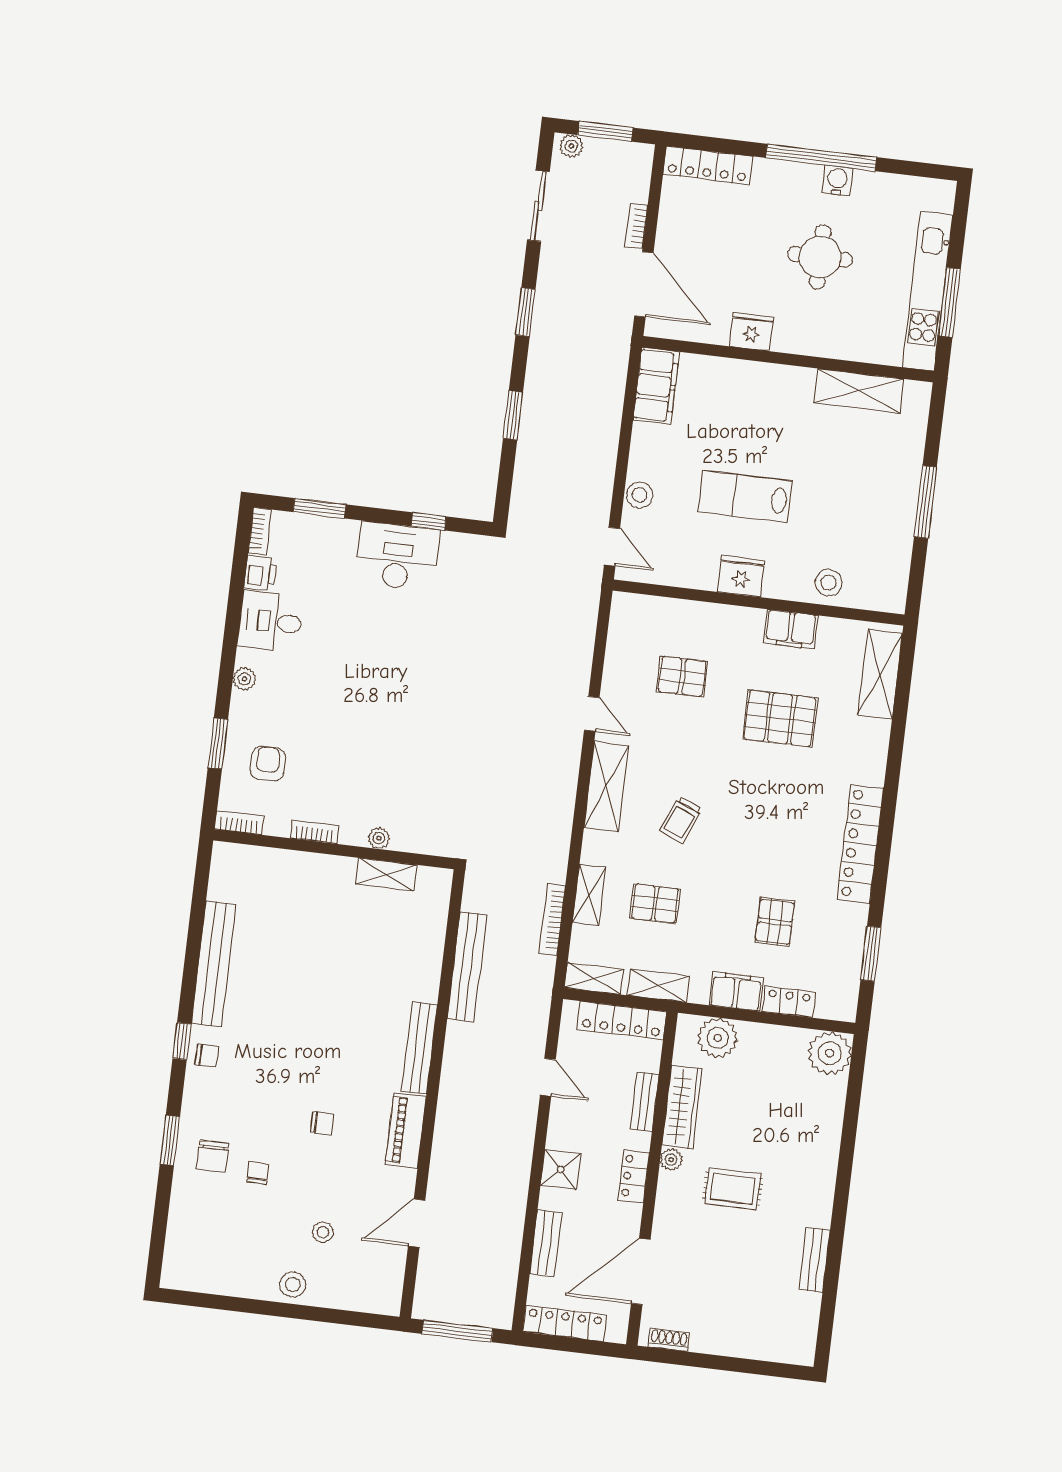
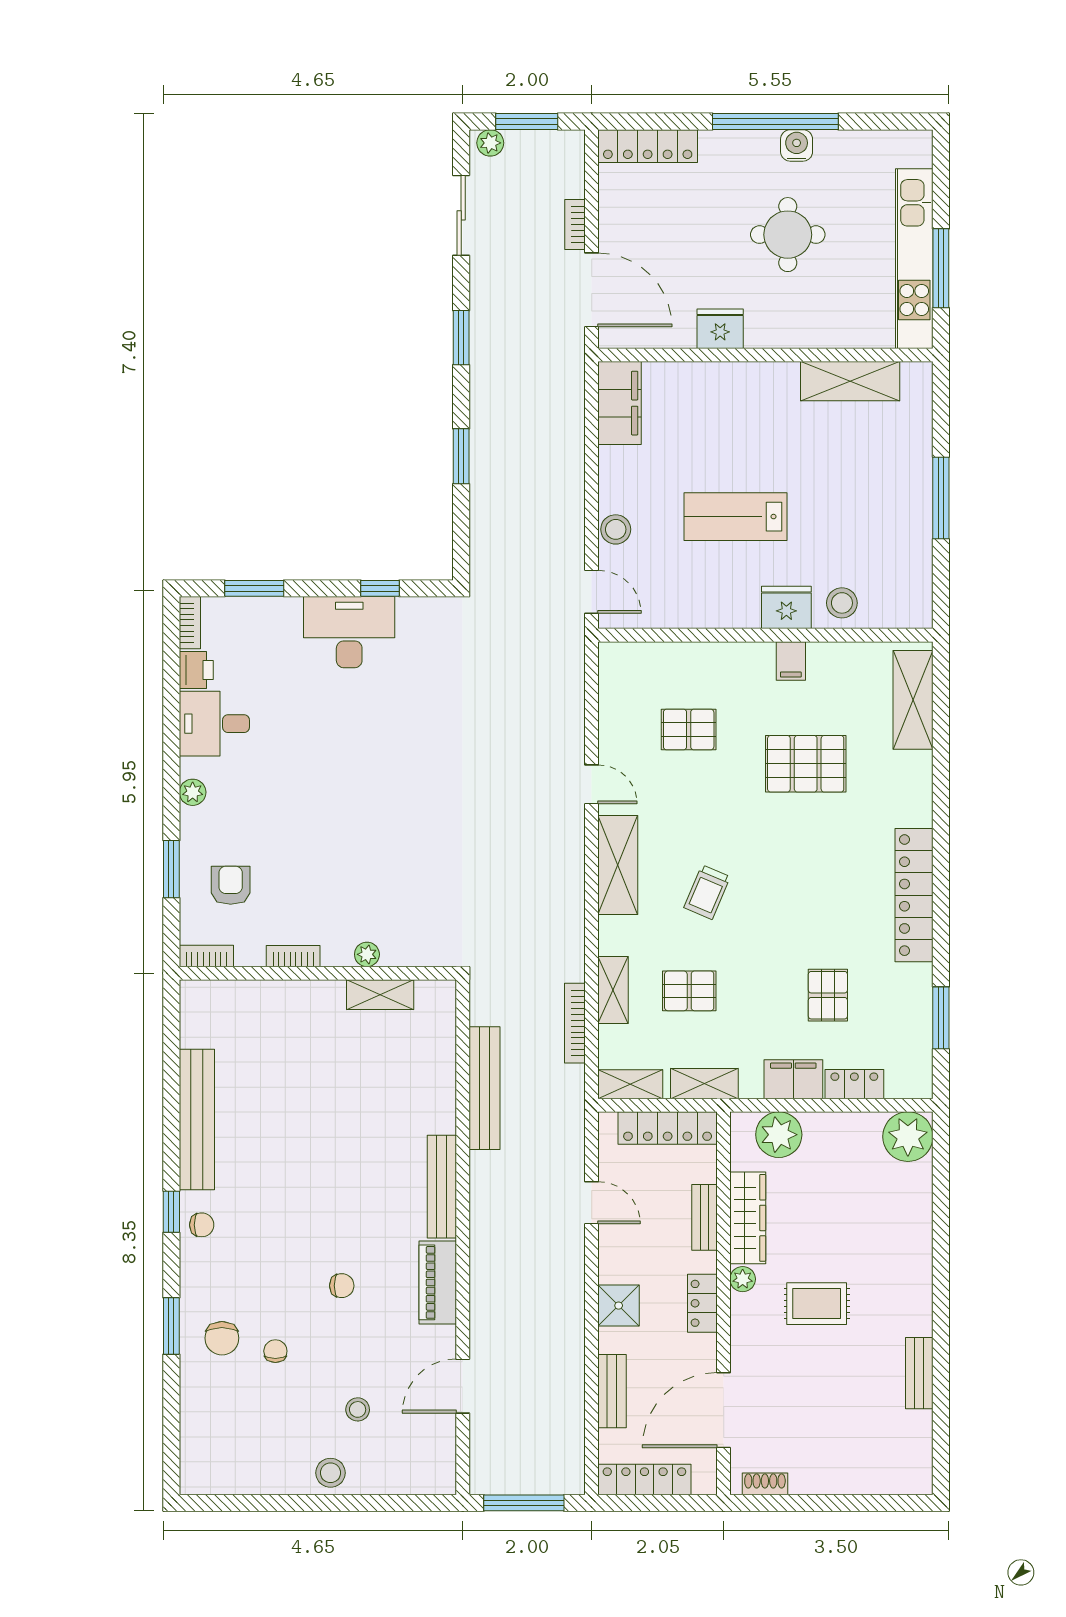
fridge: (741, 576) -> (786, 607), moved
filing cabinet: (791, 629) -> (791, 661), width x0.50

